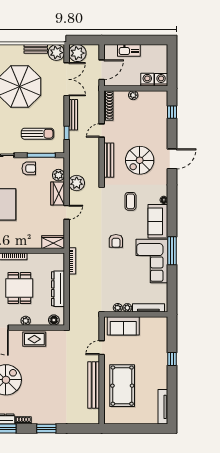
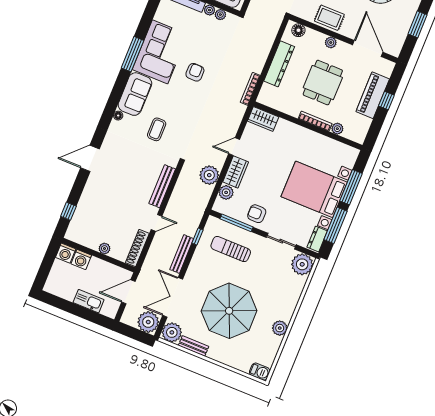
spiral stairs: (140, 160) -> (127, 172), removed
armchair: (116, 241) -> (195, 72), moved

